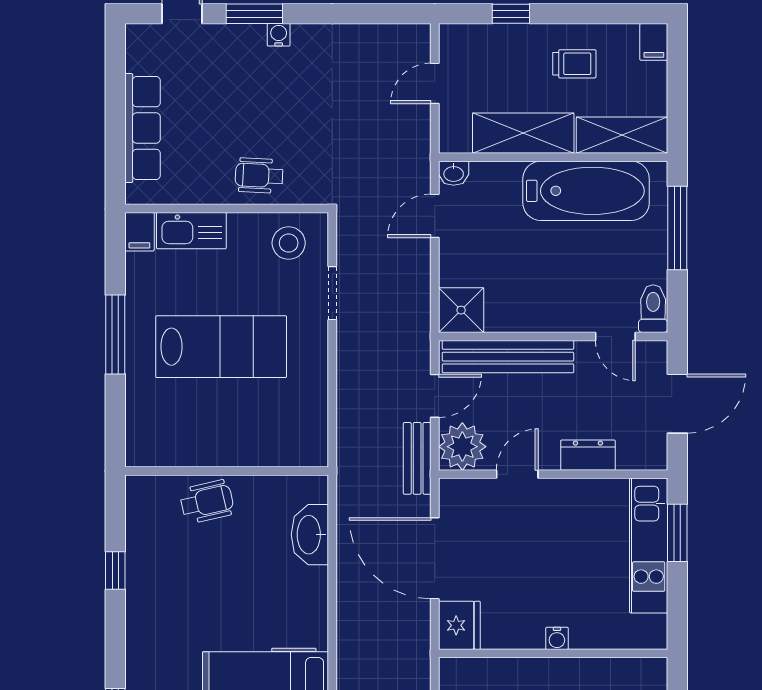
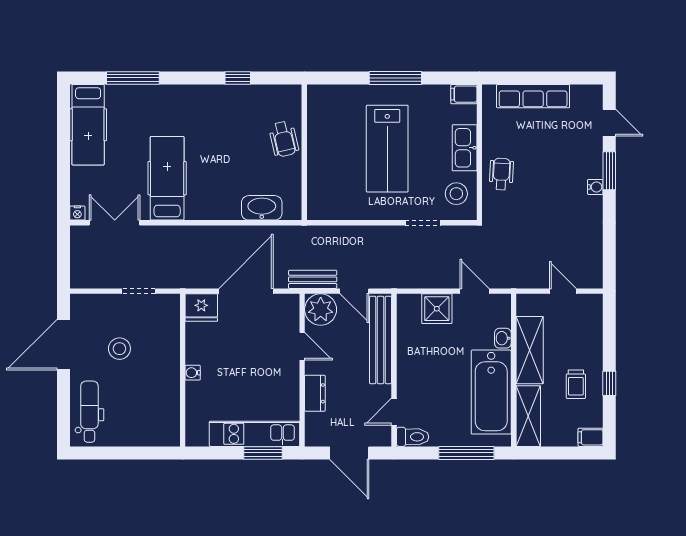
window: (511, 14) -> (609, 383), moved
washbasin: (454, 173) -> (503, 338), moved
kitchen sink: (191, 231) -> (465, 148), moved
shower: (461, 310) -> (437, 309), moved

